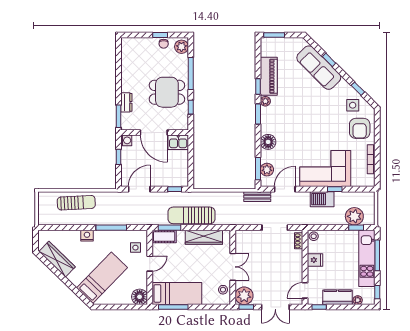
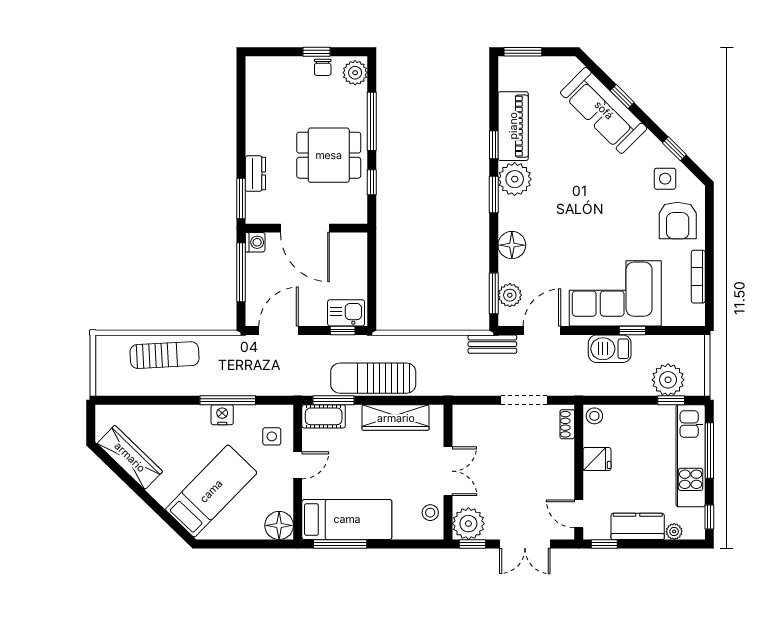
plant: (265, 101) -> (515, 179), width x1.87, depth x1.87
kitchen sink: (178, 142) -> (346, 313), moved, turned 180
window: (118, 157) -> (241, 272), width x2.17
nightstand: (87, 236) -> (222, 415), moved
door: (305, 290) -> (579, 514), hinge flipped

